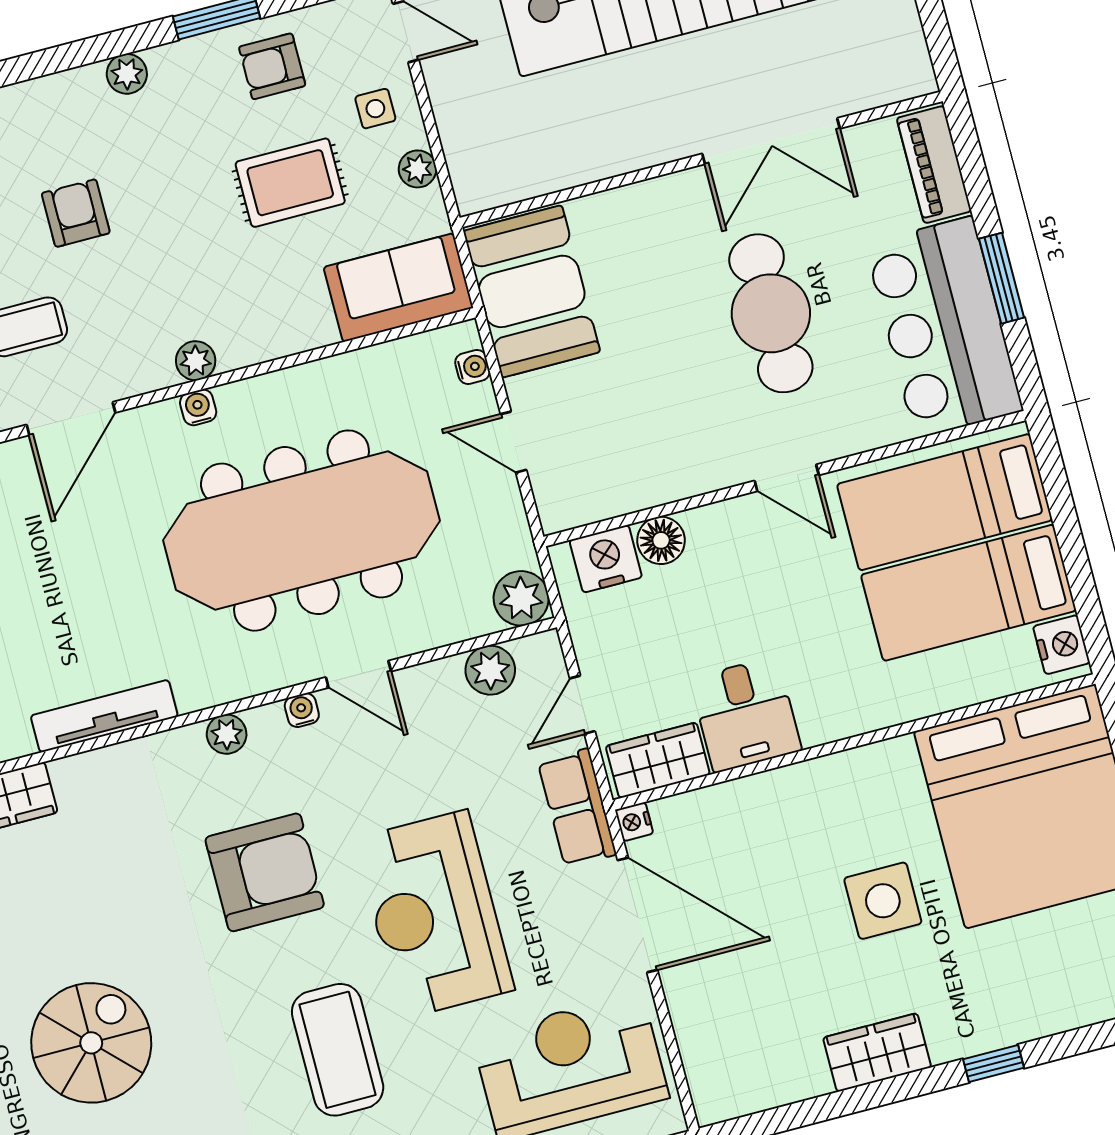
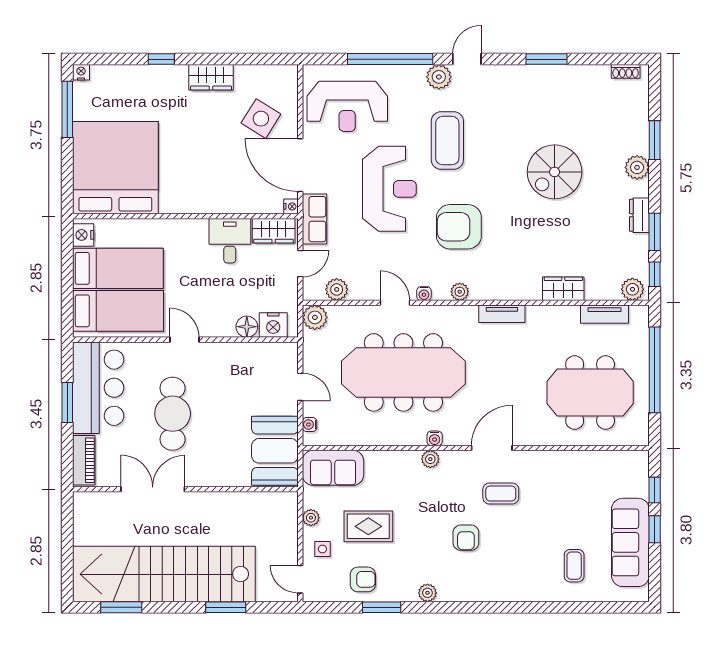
tv unit: (104, 716) -> (502, 314), width x0.71
side table: (883, 901) -> (261, 119), moved, turned 32

